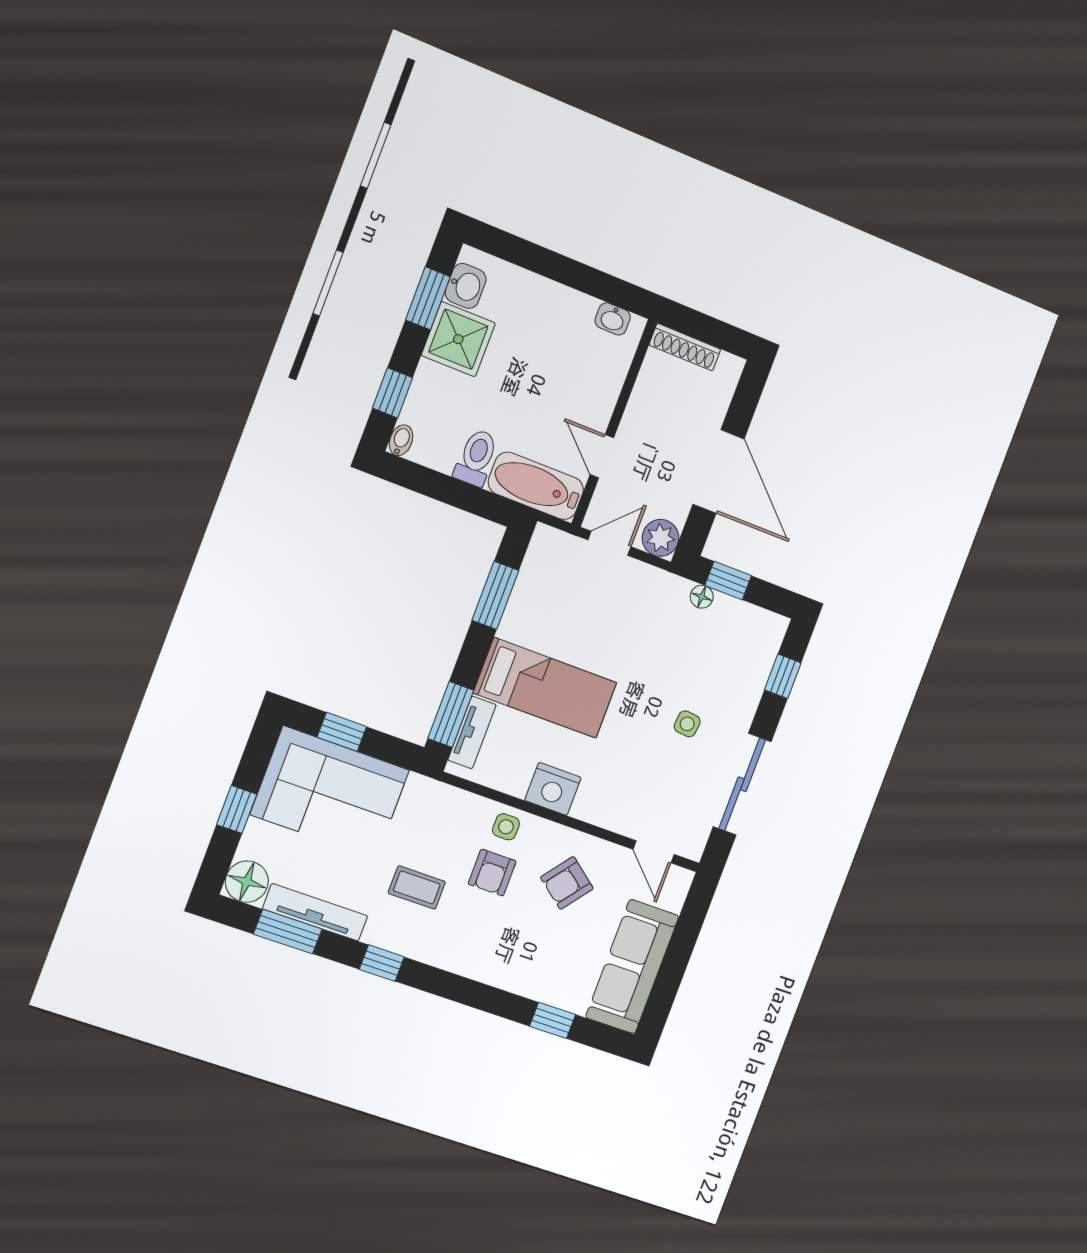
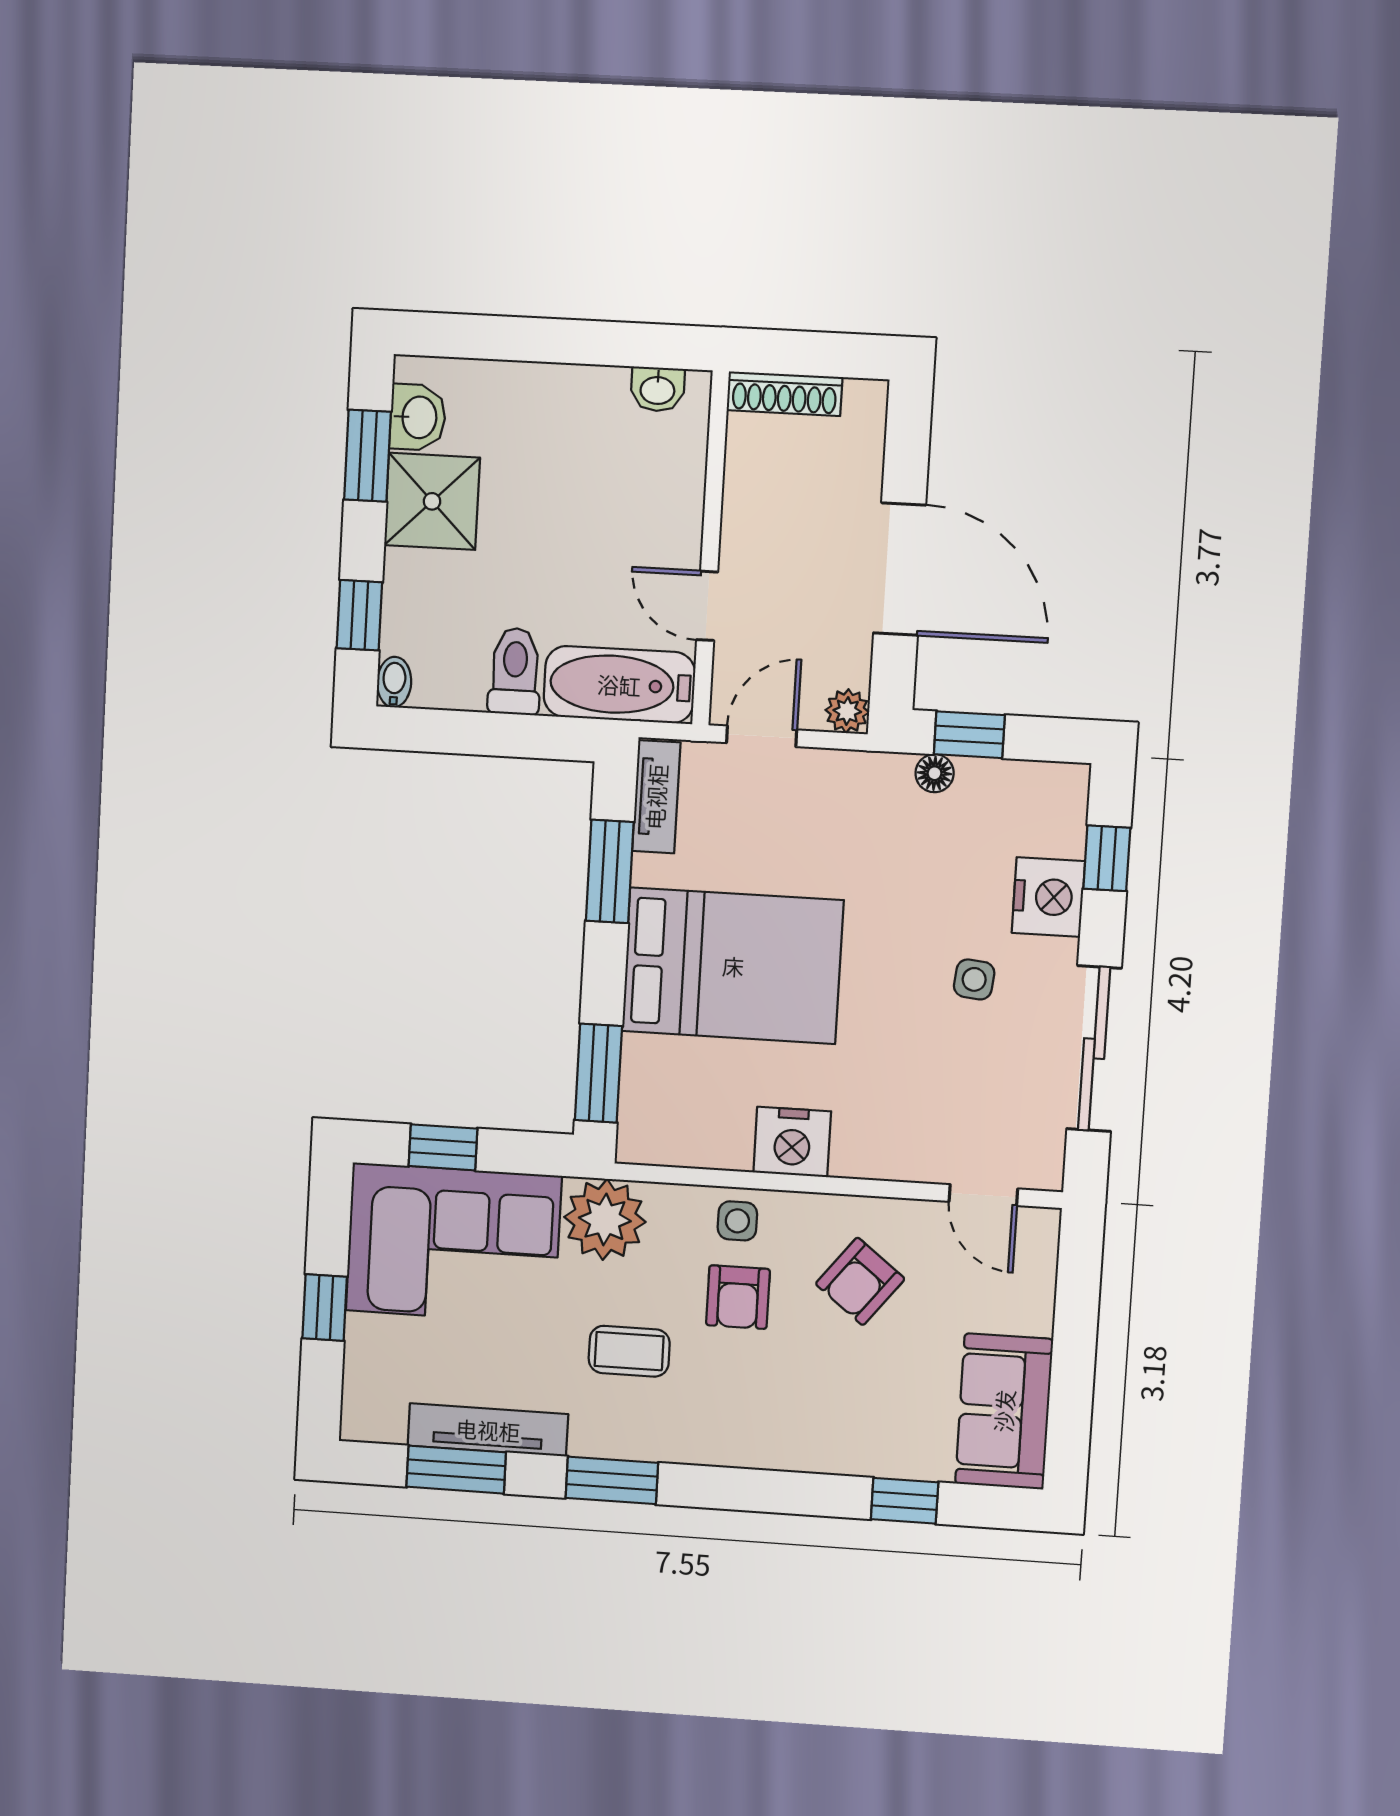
plant: (660, 538) -> (847, 711), width x0.73, depth x0.73
bed: (545, 688) -> (733, 966), width x1.50
nightstand: (744, 689) -> (1048, 897), added
tv unit: (472, 732) -> (656, 797), moved
plant: (427, 804) -> (605, 1219), added
floor lamp: (247, 882) -> (373, 1411), removed
window: (382, 963) -> (612, 1480), width x1.50
sofa: (632, 967) -> (1004, 1411), width x0.73

